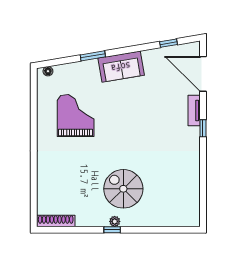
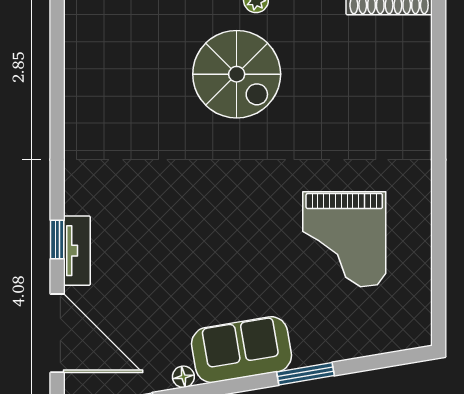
floor lamp: (48, 71) -> (183, 377), moved
window: (203, 128) -> (57, 239), moved

